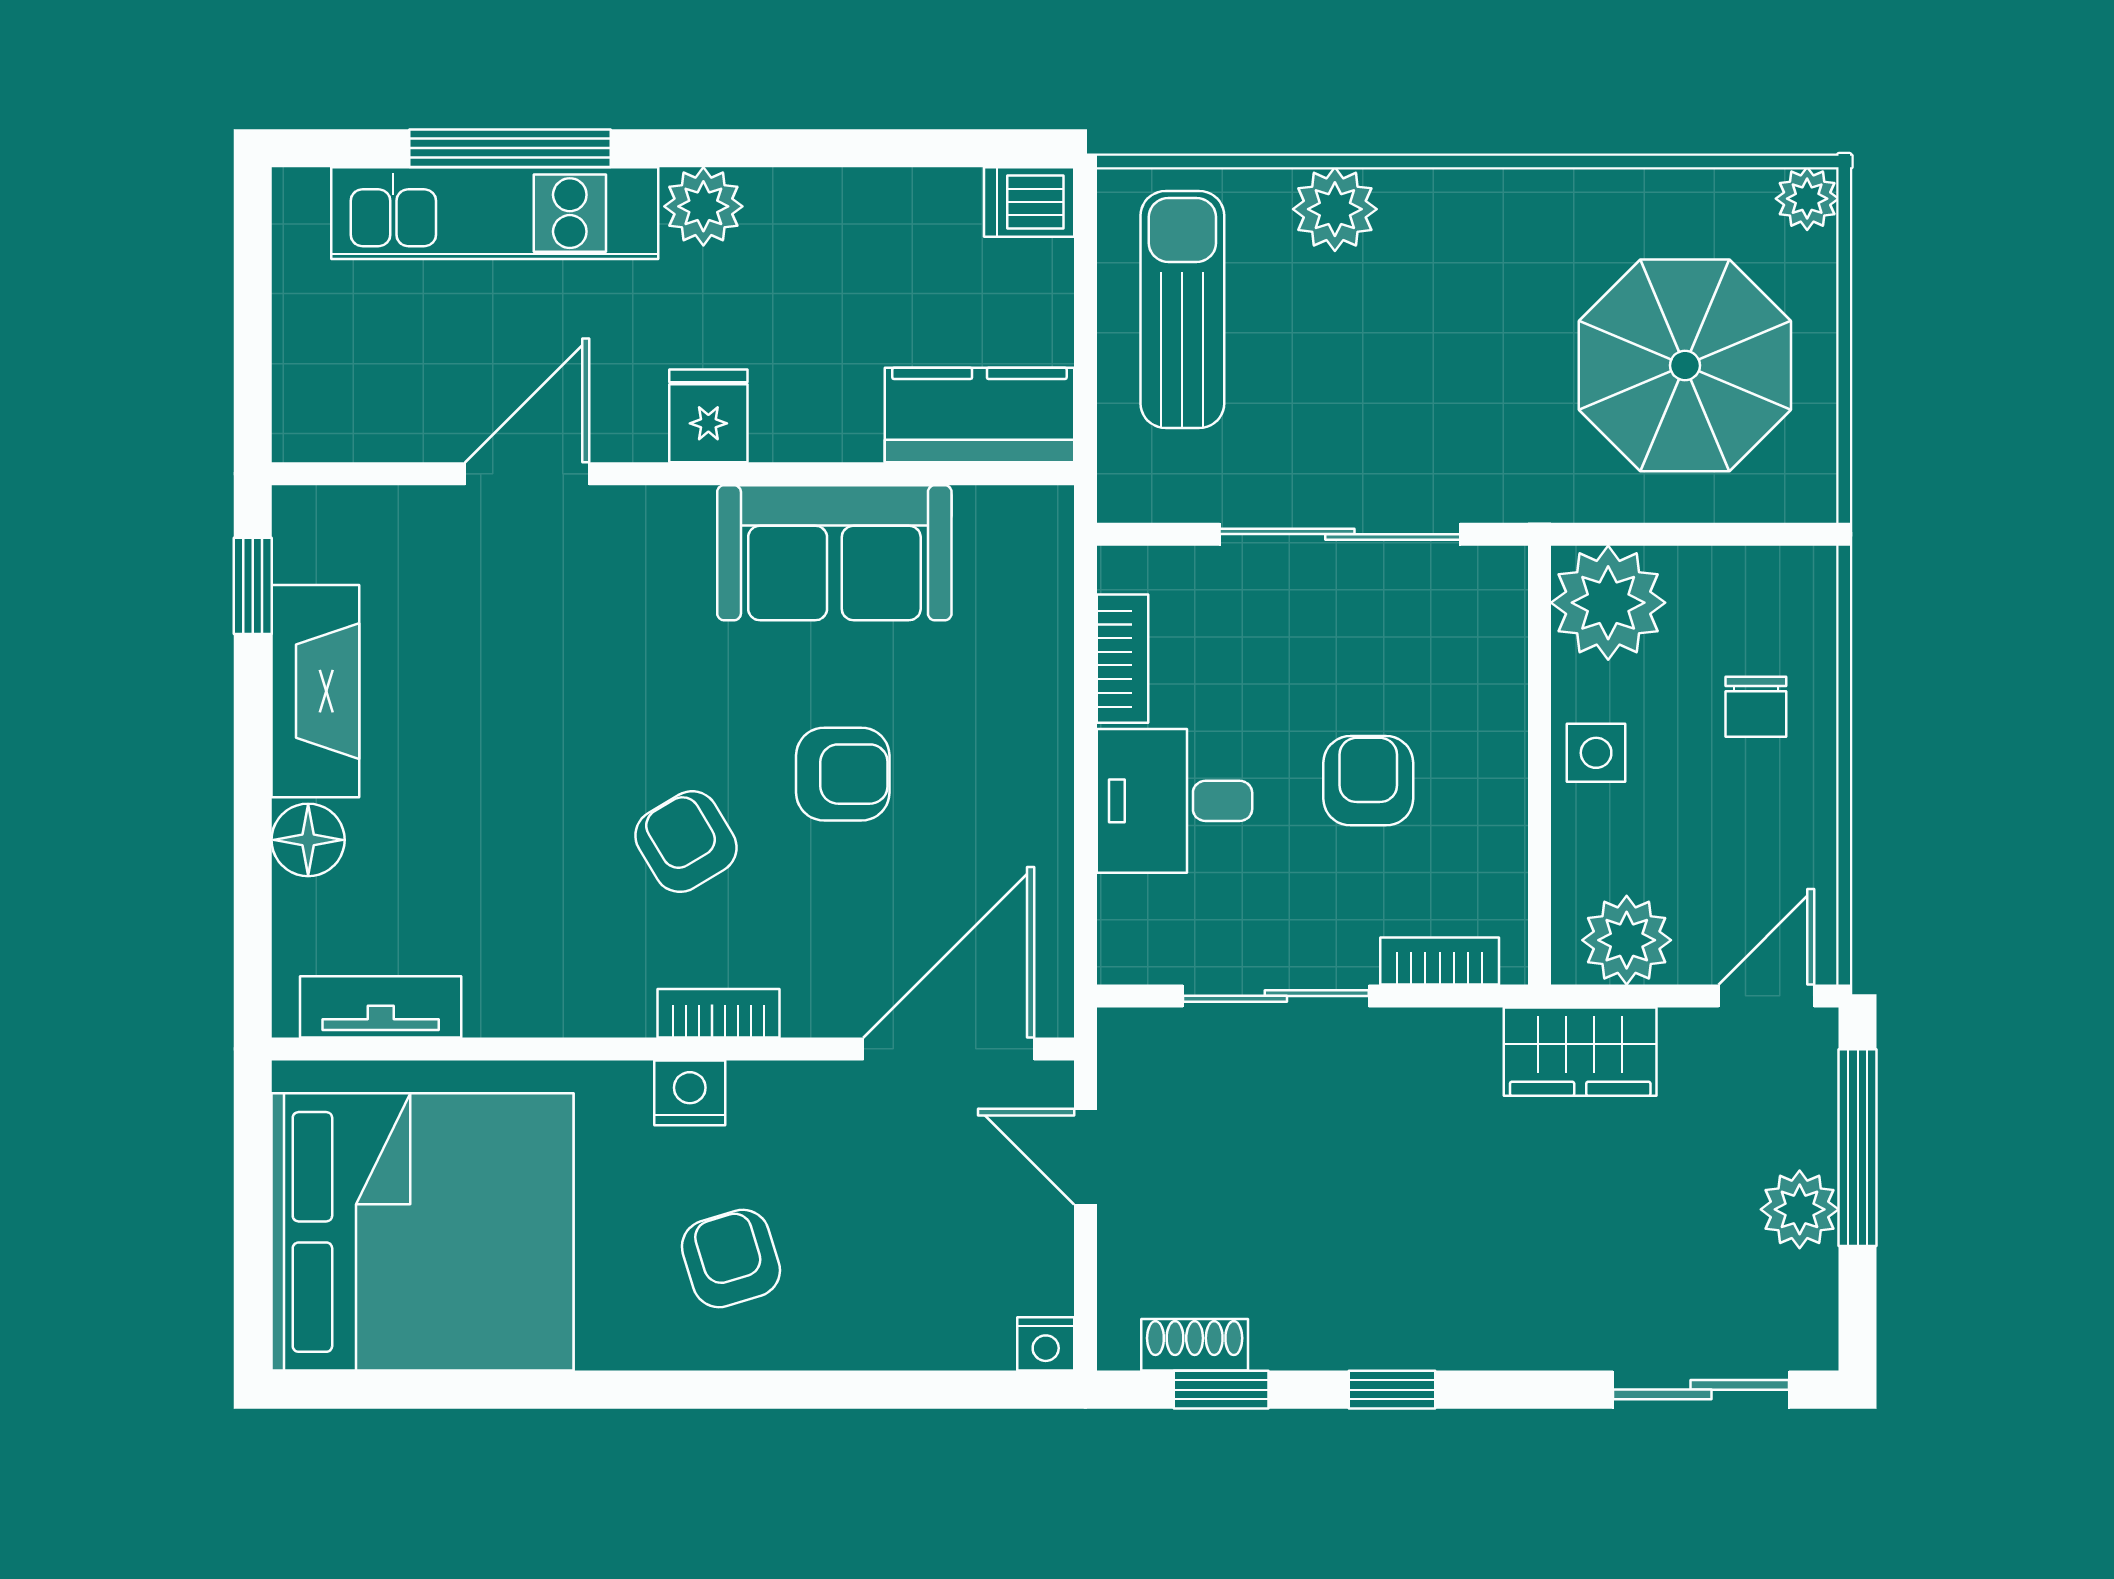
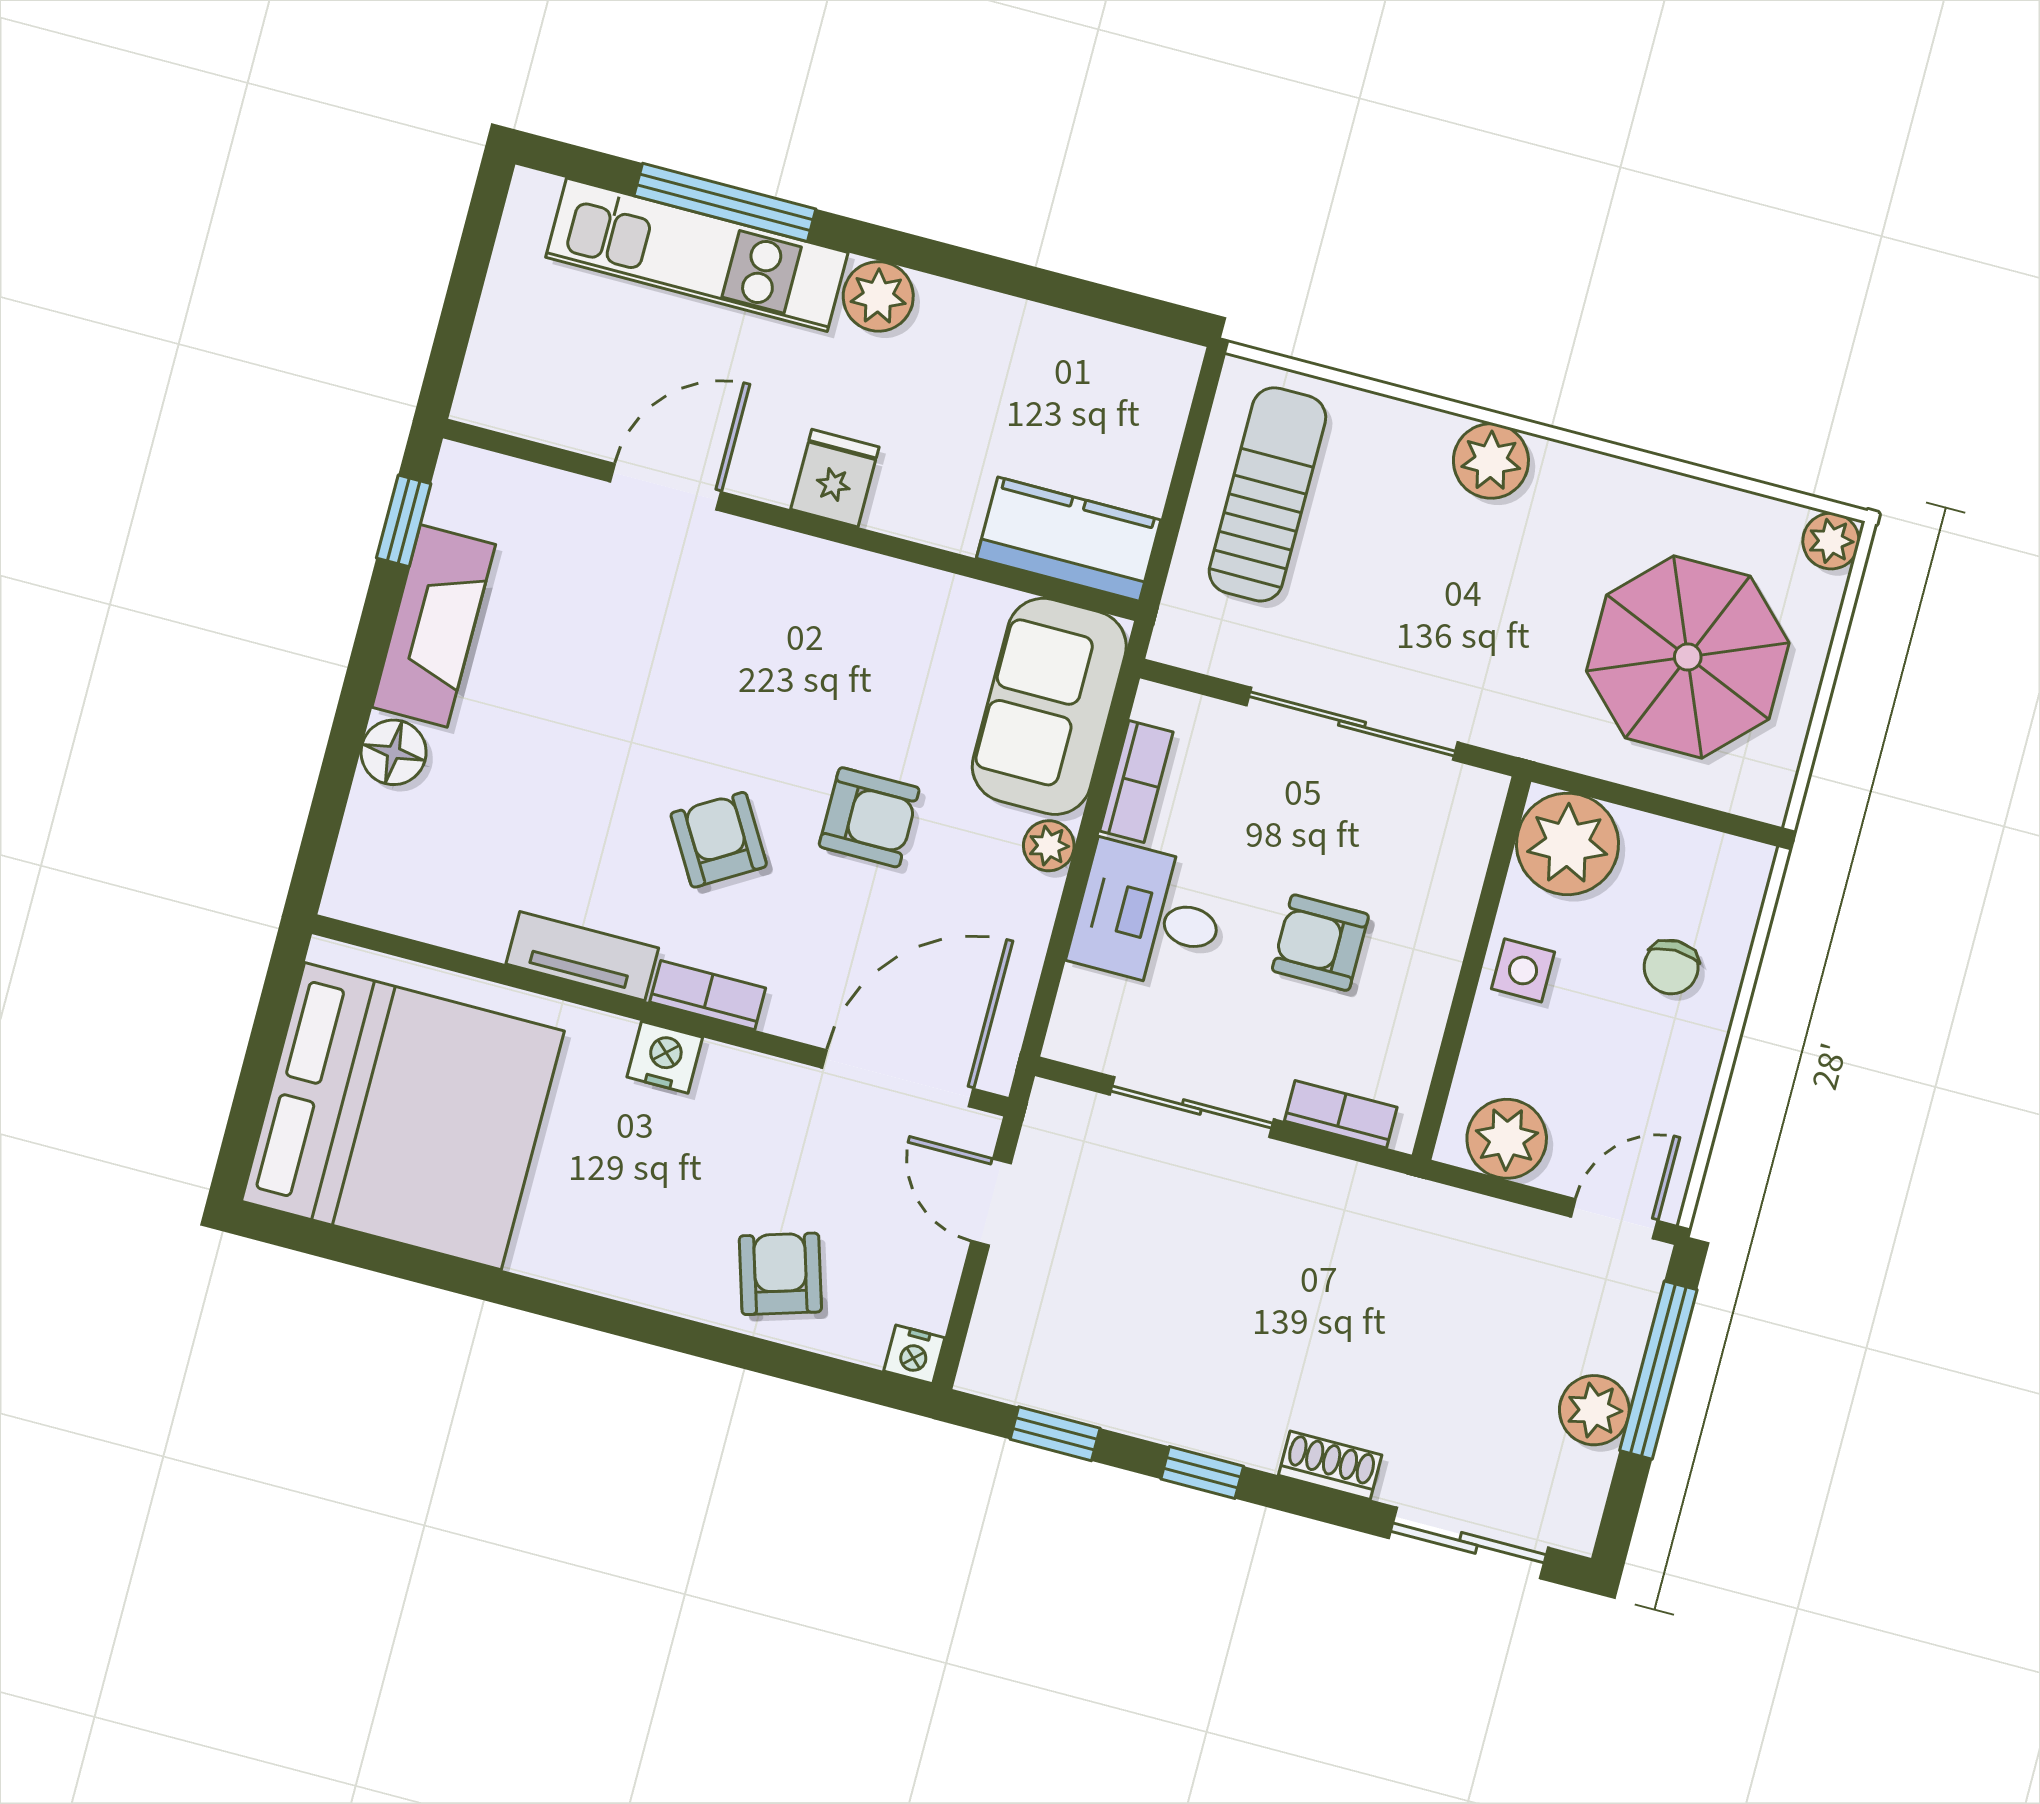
dishwasher: (1029, 202) -> (1160, 367), removed
plant: (1335, 209) -> (1491, 461), moved
sofa: (834, 553) -> (1049, 706), moved, turned 90
plant: (1046, 753) -> (1049, 846), added
armchair: (1368, 781) -> (1320, 943), turned -90
tv unit: (381, 1007) -> (582, 956), moved
wardrobe: (1580, 1052) -> (1441, 1224), removed
armchair: (731, 1258) -> (780, 1274), moved
shoe rack: (1195, 1345) -> (1330, 1465), moved

